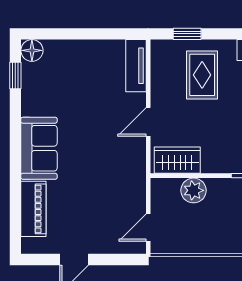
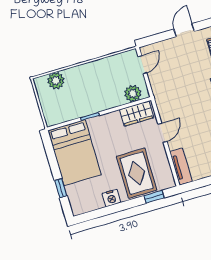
rug: (202, 75) -> (137, 173), width x1.36, depth x1.43
plant: (193, 190) -> (133, 94), moved

